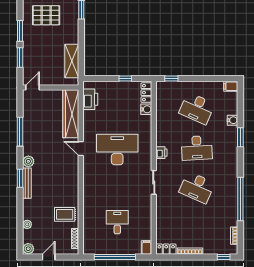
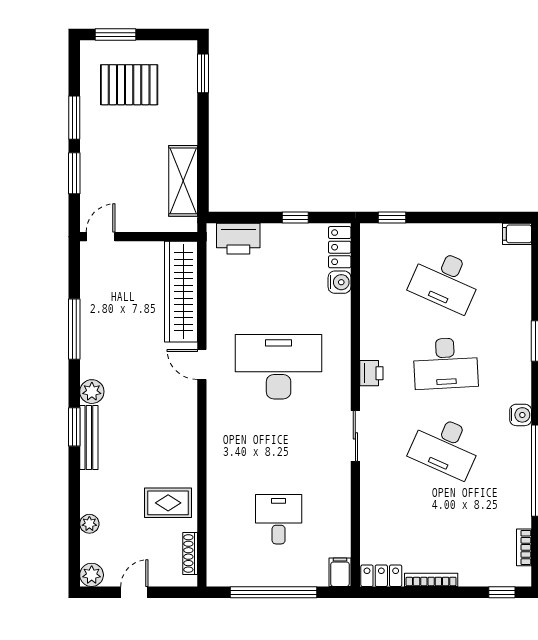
printer: (90, 99) -> (238, 239), moved, turned 90
water cooler: (233, 120) -> (521, 415), moved

